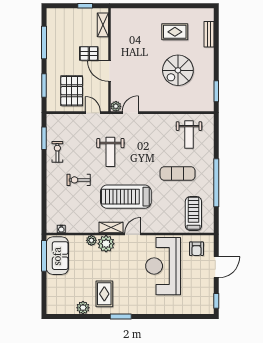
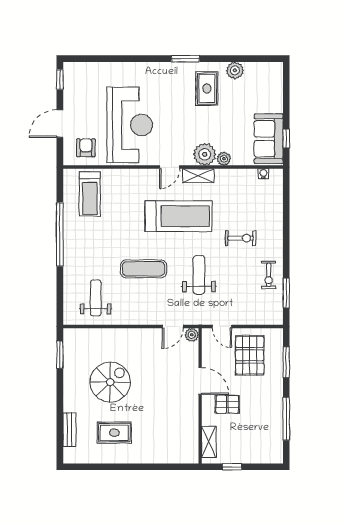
exercise mat: (178, 173) -> (143, 269), moved
window: (44, 256) -> (286, 138), width x0.46

